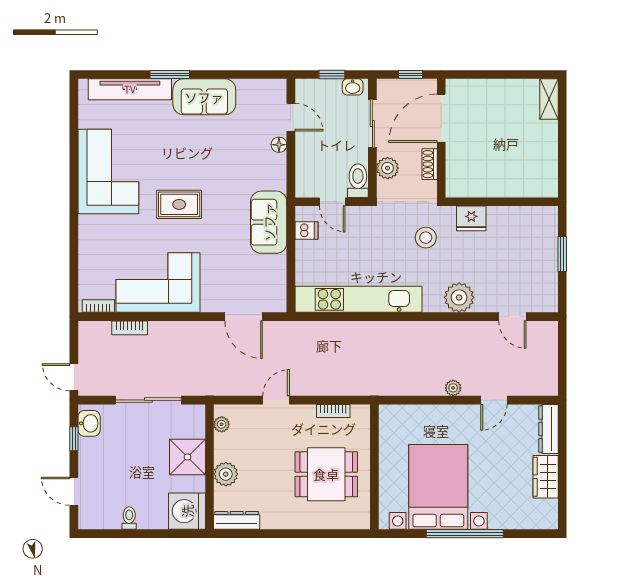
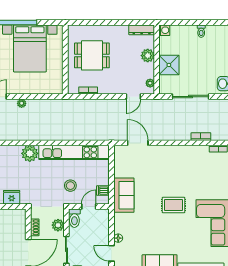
door: (332, 202) -> (89, 206), hinge flipped
stool: (426, 238) -> (70, 186), moved
corner sofa: (158, 282) -> (185, 162), removed
plant: (459, 297) -> (30, 153), moved
door: (276, 400) -> (133, 97), moved
washing machine: (187, 511) -> (164, 30), width x0.53, depth x0.53

